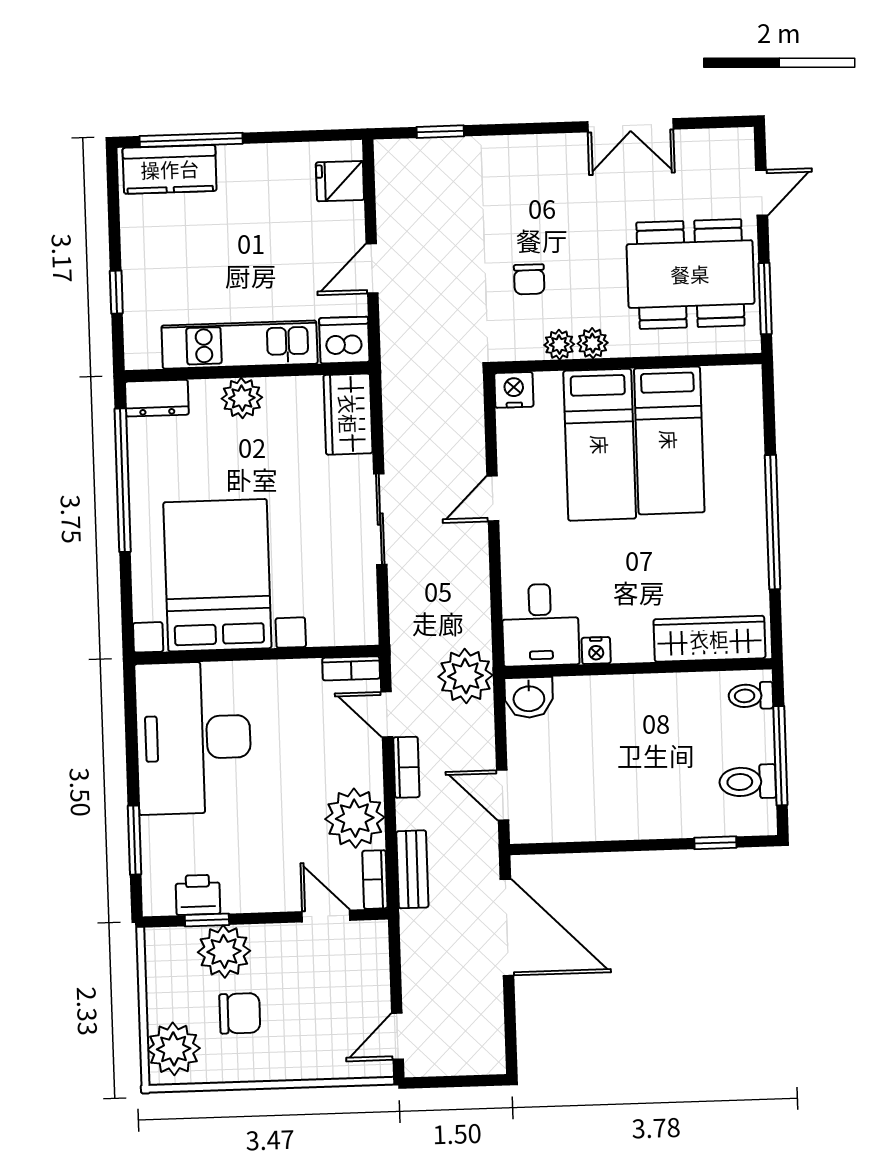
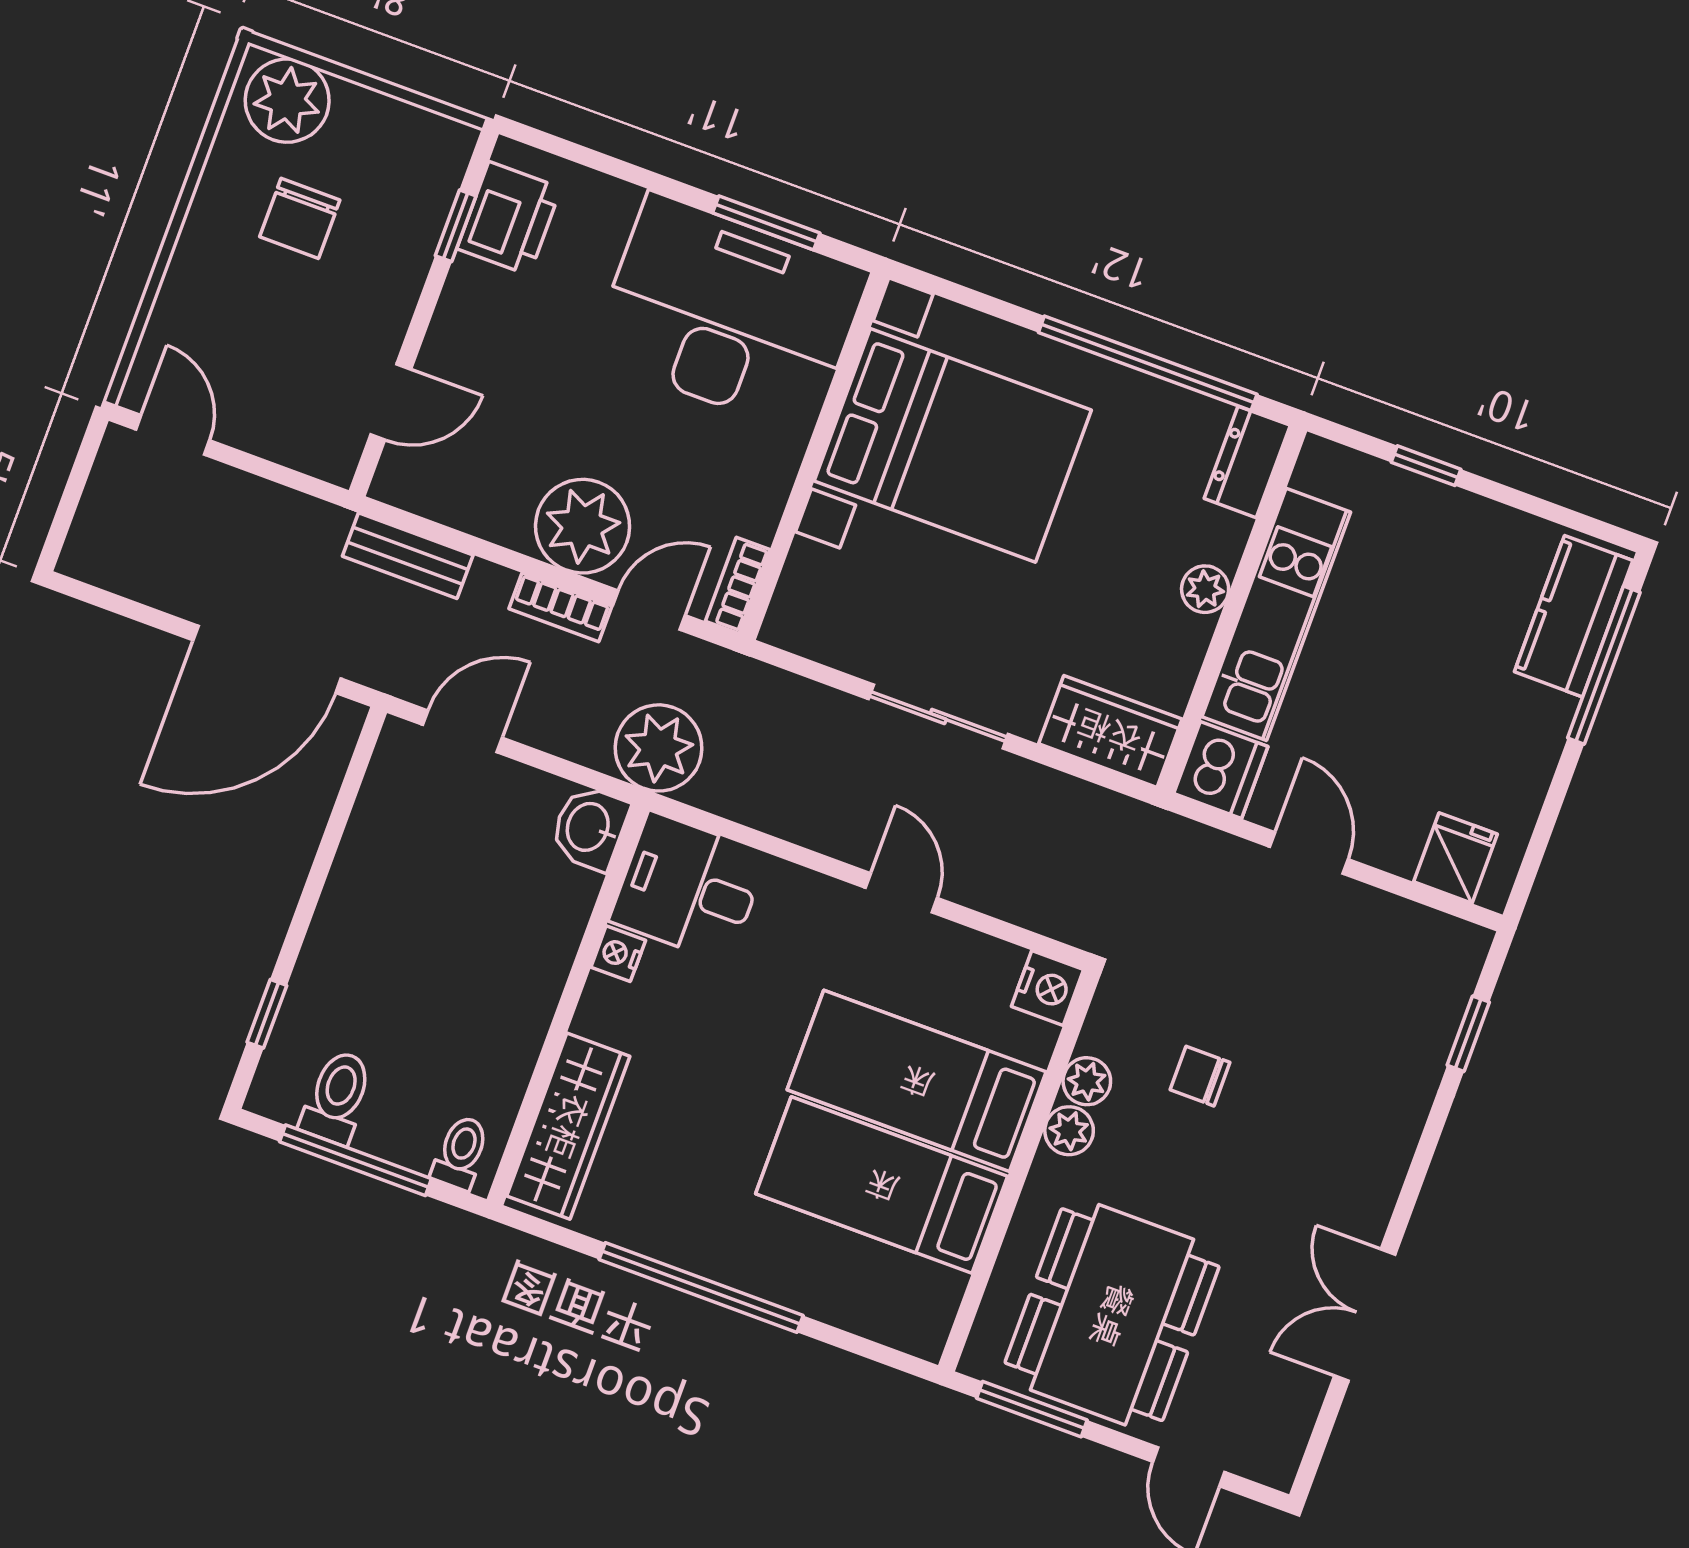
plant: (242, 398) -> (1205, 589), width x0.73, depth x0.73
plant: (355, 818) -> (583, 526), moved
window: (135, 840) -> (766, 223), moved
bookcase: (375, 880) -> (415, 495), removed
printer: (198, 895) -> (509, 218), width x1.36, depth x1.24
plant: (224, 951) -> (400, 232), removed

